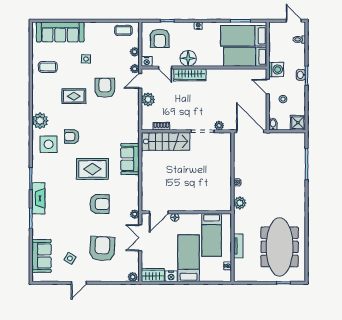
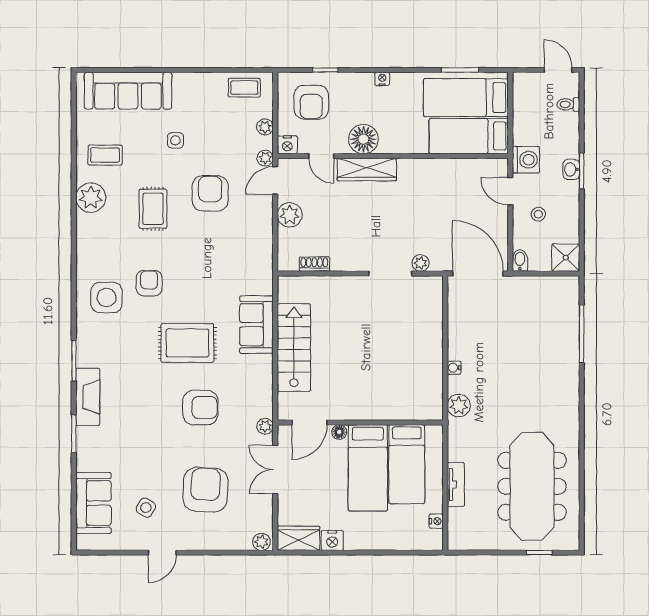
rug: (74, 96) -> (153, 209), turned 90
plant: (40, 121) -> (91, 198), moved
armchair: (72, 137) -> (149, 283), turned 90
stairs: (166, 141) -> (294, 348), moved, turned -90
bed: (189, 258) -> (368, 468), moved, turned 180

